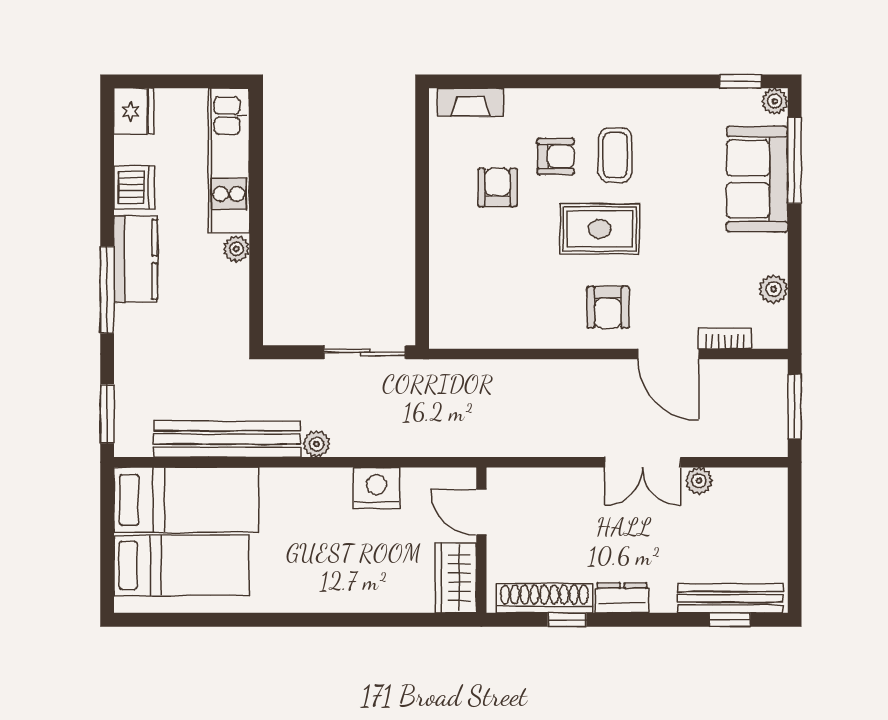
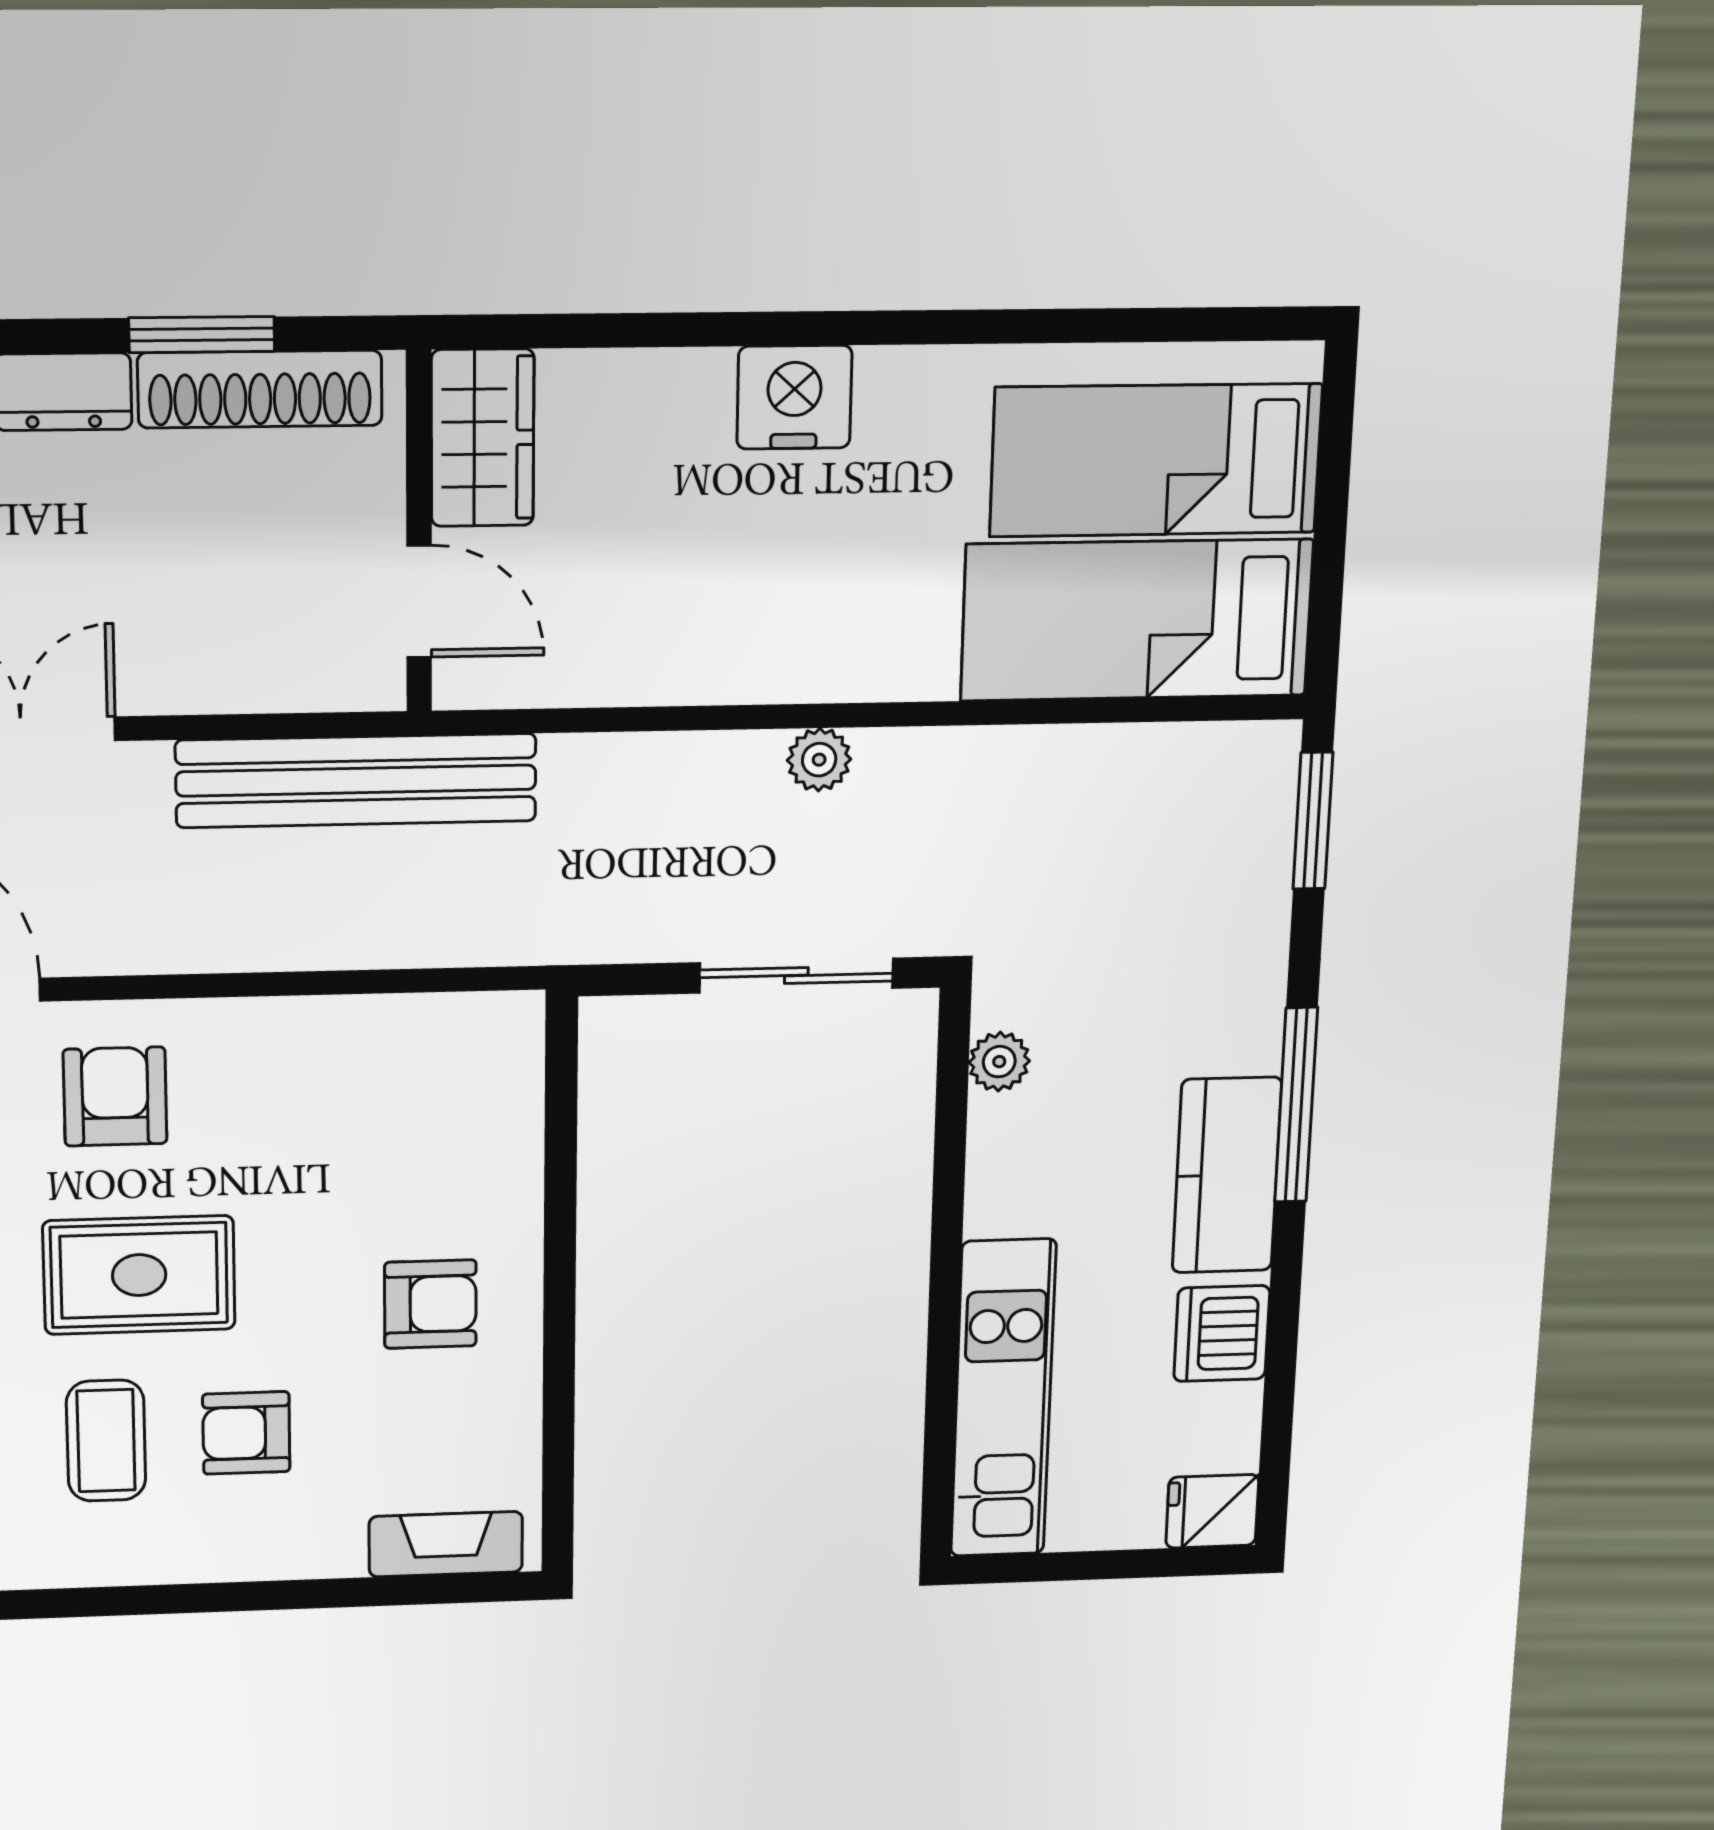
fridge: (134, 111) -> (1212, 1511), width x0.72
armchair: (497, 187) -> (430, 1304), moved, turned -90
plant: (236, 249) -> (999, 1062), moved
sliding door: (365, 352) -> (796, 976), moved
bench: (227, 439) -> (356, 781), moved
nightstand: (376, 488) -> (794, 397), moved, turned 180
window: (567, 620) -> (202, 335), width x1.50

